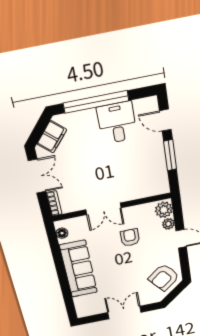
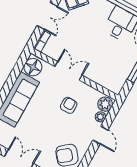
double door: (103, 209) -> (69, 71), swing flipped
floor lamp: (62, 233) -> (33, 67), width x1.89, depth x1.89

